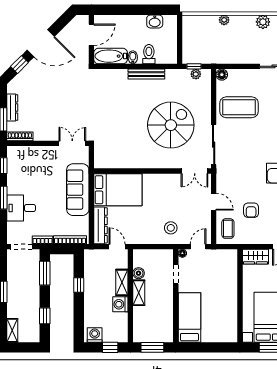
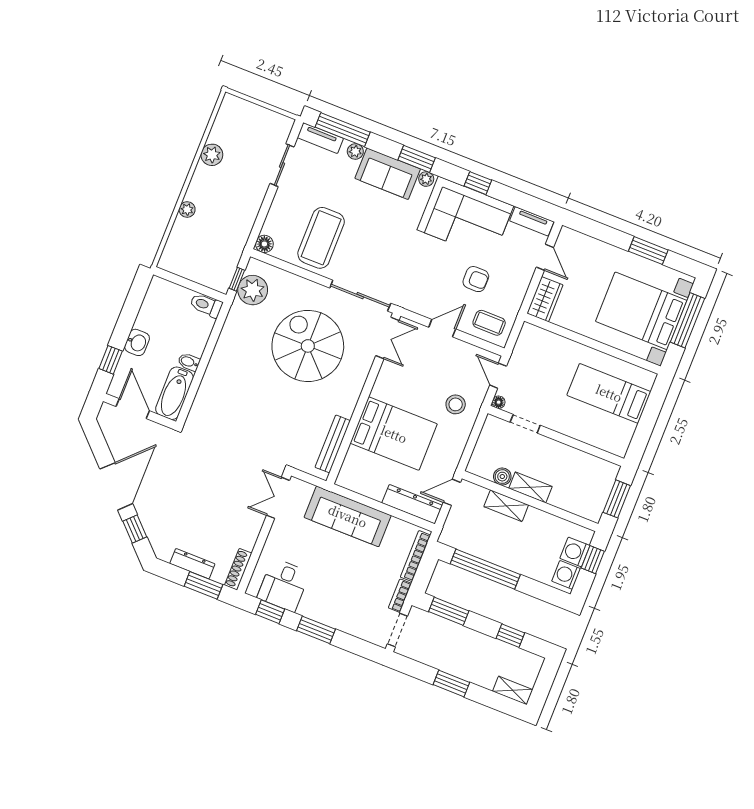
window: (115, 10) -> (111, 360), added
washbasin: (155, 21) -> (137, 342), moved
toilet: (149, 54) -> (206, 305), moved
bench: (146, 74) -> (333, 444), moved
plant: (196, 74) -> (253, 290), width x1.87, depth x1.87
bed: (118, 190) -> (394, 434), moved, turned 90
desk: (21, 208) -> (284, 585), moved
window: (79, 285) -> (485, 569), width x3.17
washing machine: (120, 304) -> (575, 552), moved, turned 90
bed: (189, 317) -> (609, 393), moved

